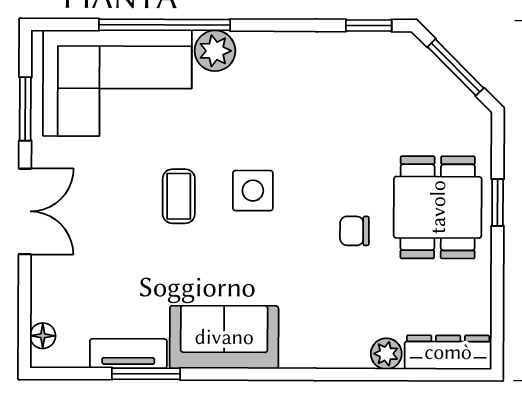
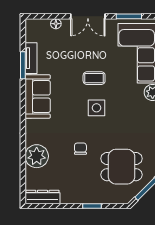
dining table: (438, 207) -> (122, 167), moved
floor lamp: (43, 336) -> (56, 24), moved
dresser: (448, 352) -> (42, 197), moved, turned -90
plant: (386, 354) -> (37, 156), width x1.88, depth x1.88

